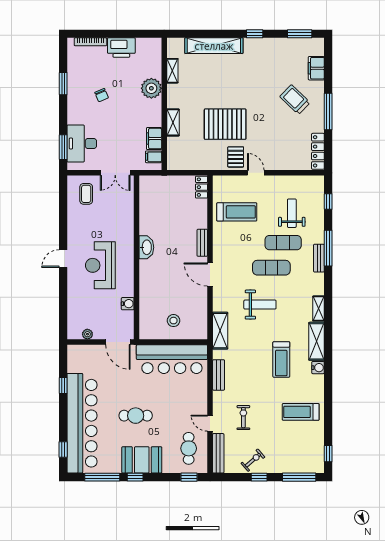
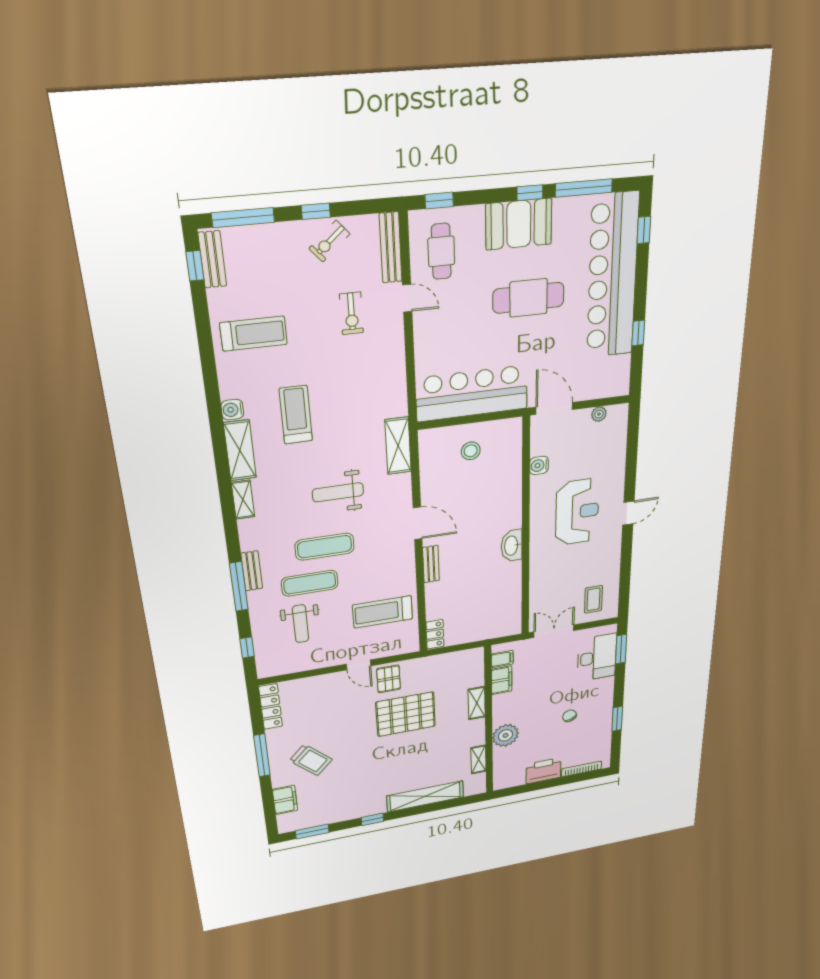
bench: (219, 375) -> (212, 259), moved
cafe table: (136, 416) -> (528, 298), width x1.37, depth x1.35

